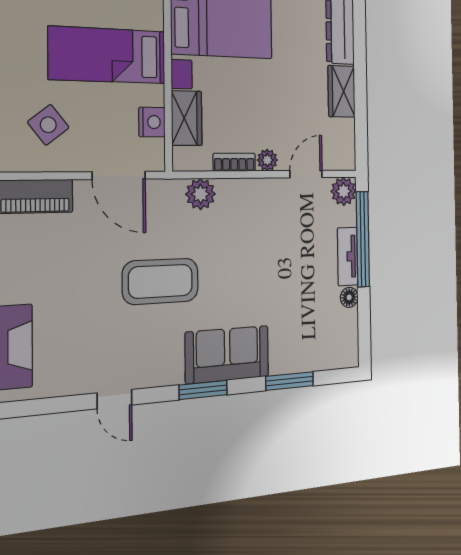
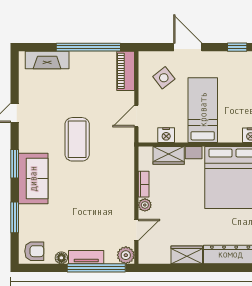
door: (306, 174) -> (136, 230), hinge flipped
door: (119, 175) -> (136, 116), width x0.73
plant: (201, 194) -> (125, 163), removed
armchair: (340, 343) -> (34, 251), added

